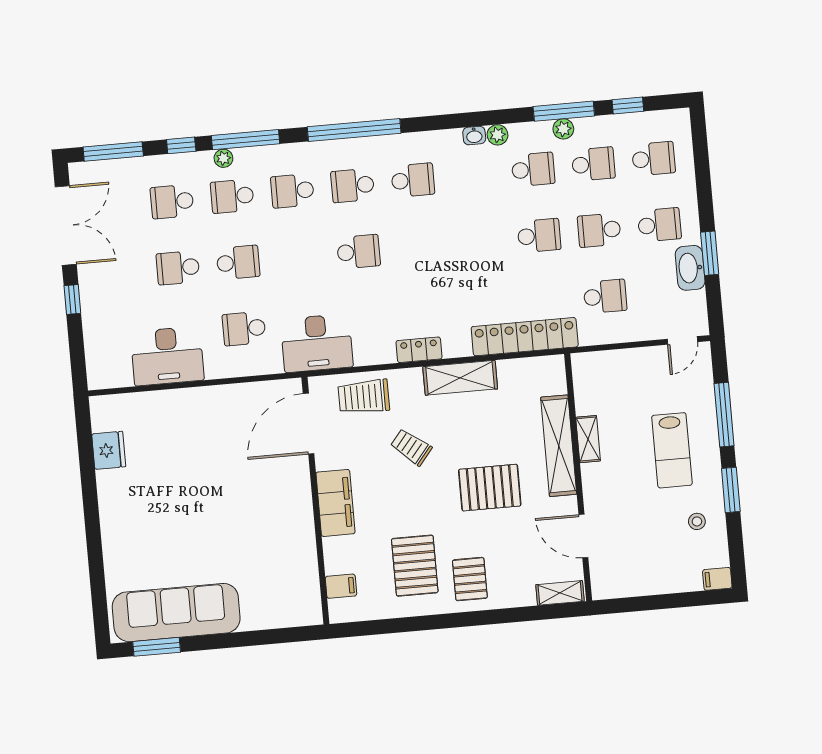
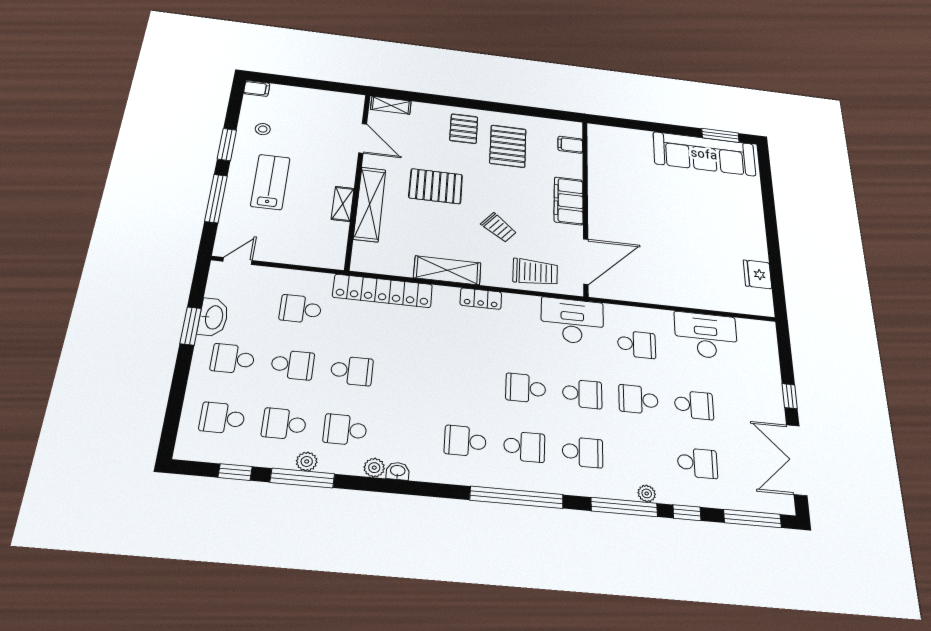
school desk: (232, 196) -> (582, 394), moved
school desk: (539, 236) -> (352, 371), turned 180

